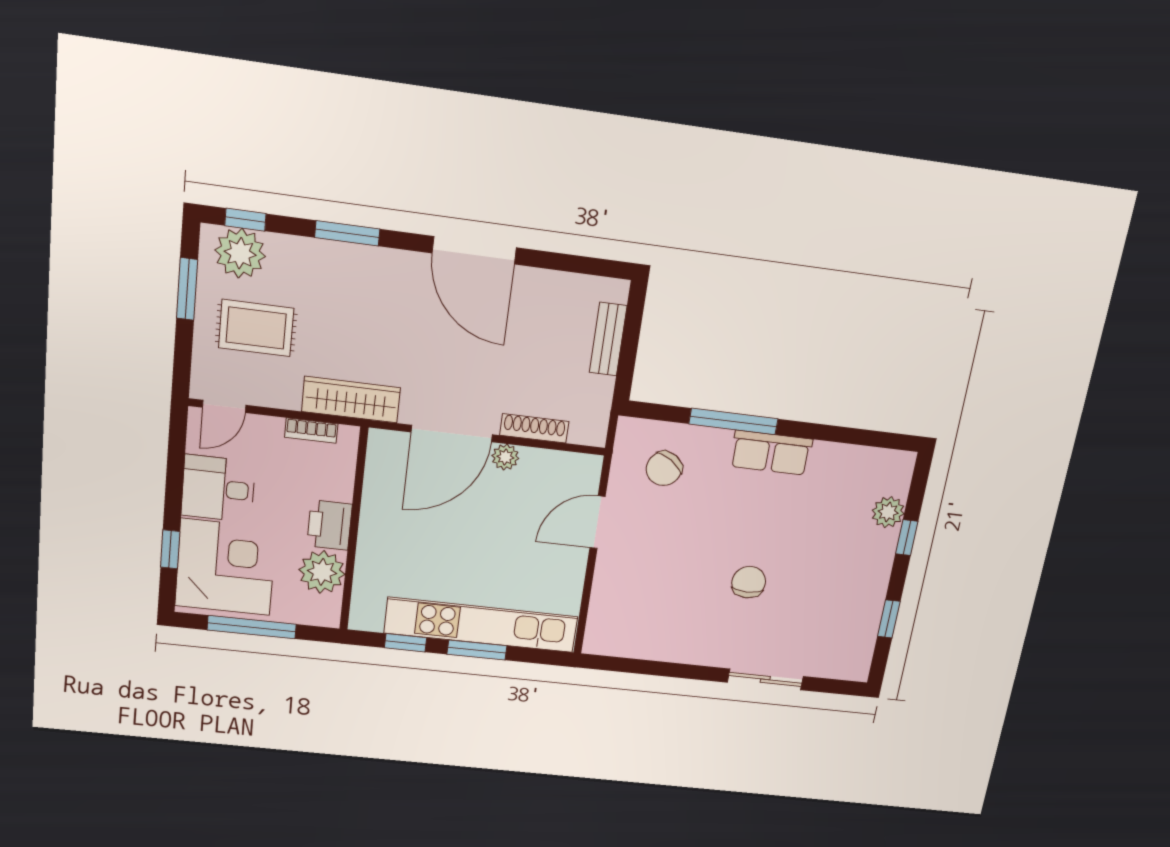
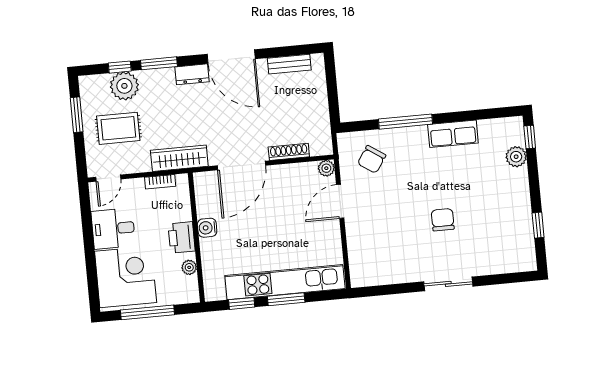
window: (245, 220) -> (120, 67), moved
plant: (240, 253) -> (124, 86), moved
dresser: (401, 265) -> (192, 74), added
bench: (608, 339) -> (289, 64), moved, turned 90
row of seats: (771, 453) -> (453, 134), moved
plant: (505, 457) -> (326, 168), moved
water cooler: (375, 519) -> (207, 228), added
window: (907, 538) -> (530, 137), moved
window: (170, 549) -> (92, 272), removed
plant: (322, 572) -> (189, 267), width x0.53, depth x0.53
sliding door: (765, 679) -> (448, 284), moved

